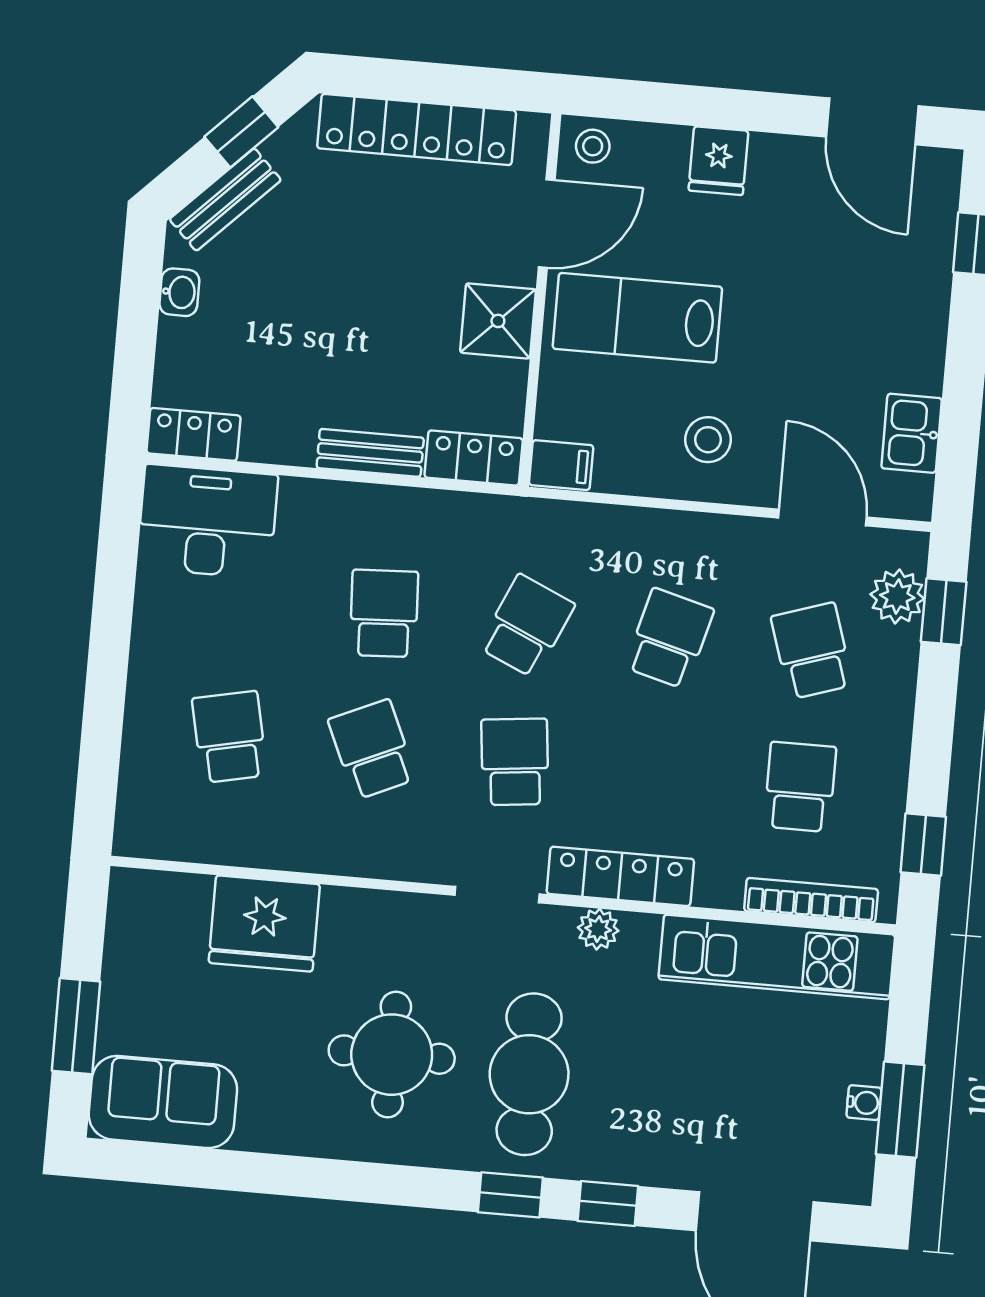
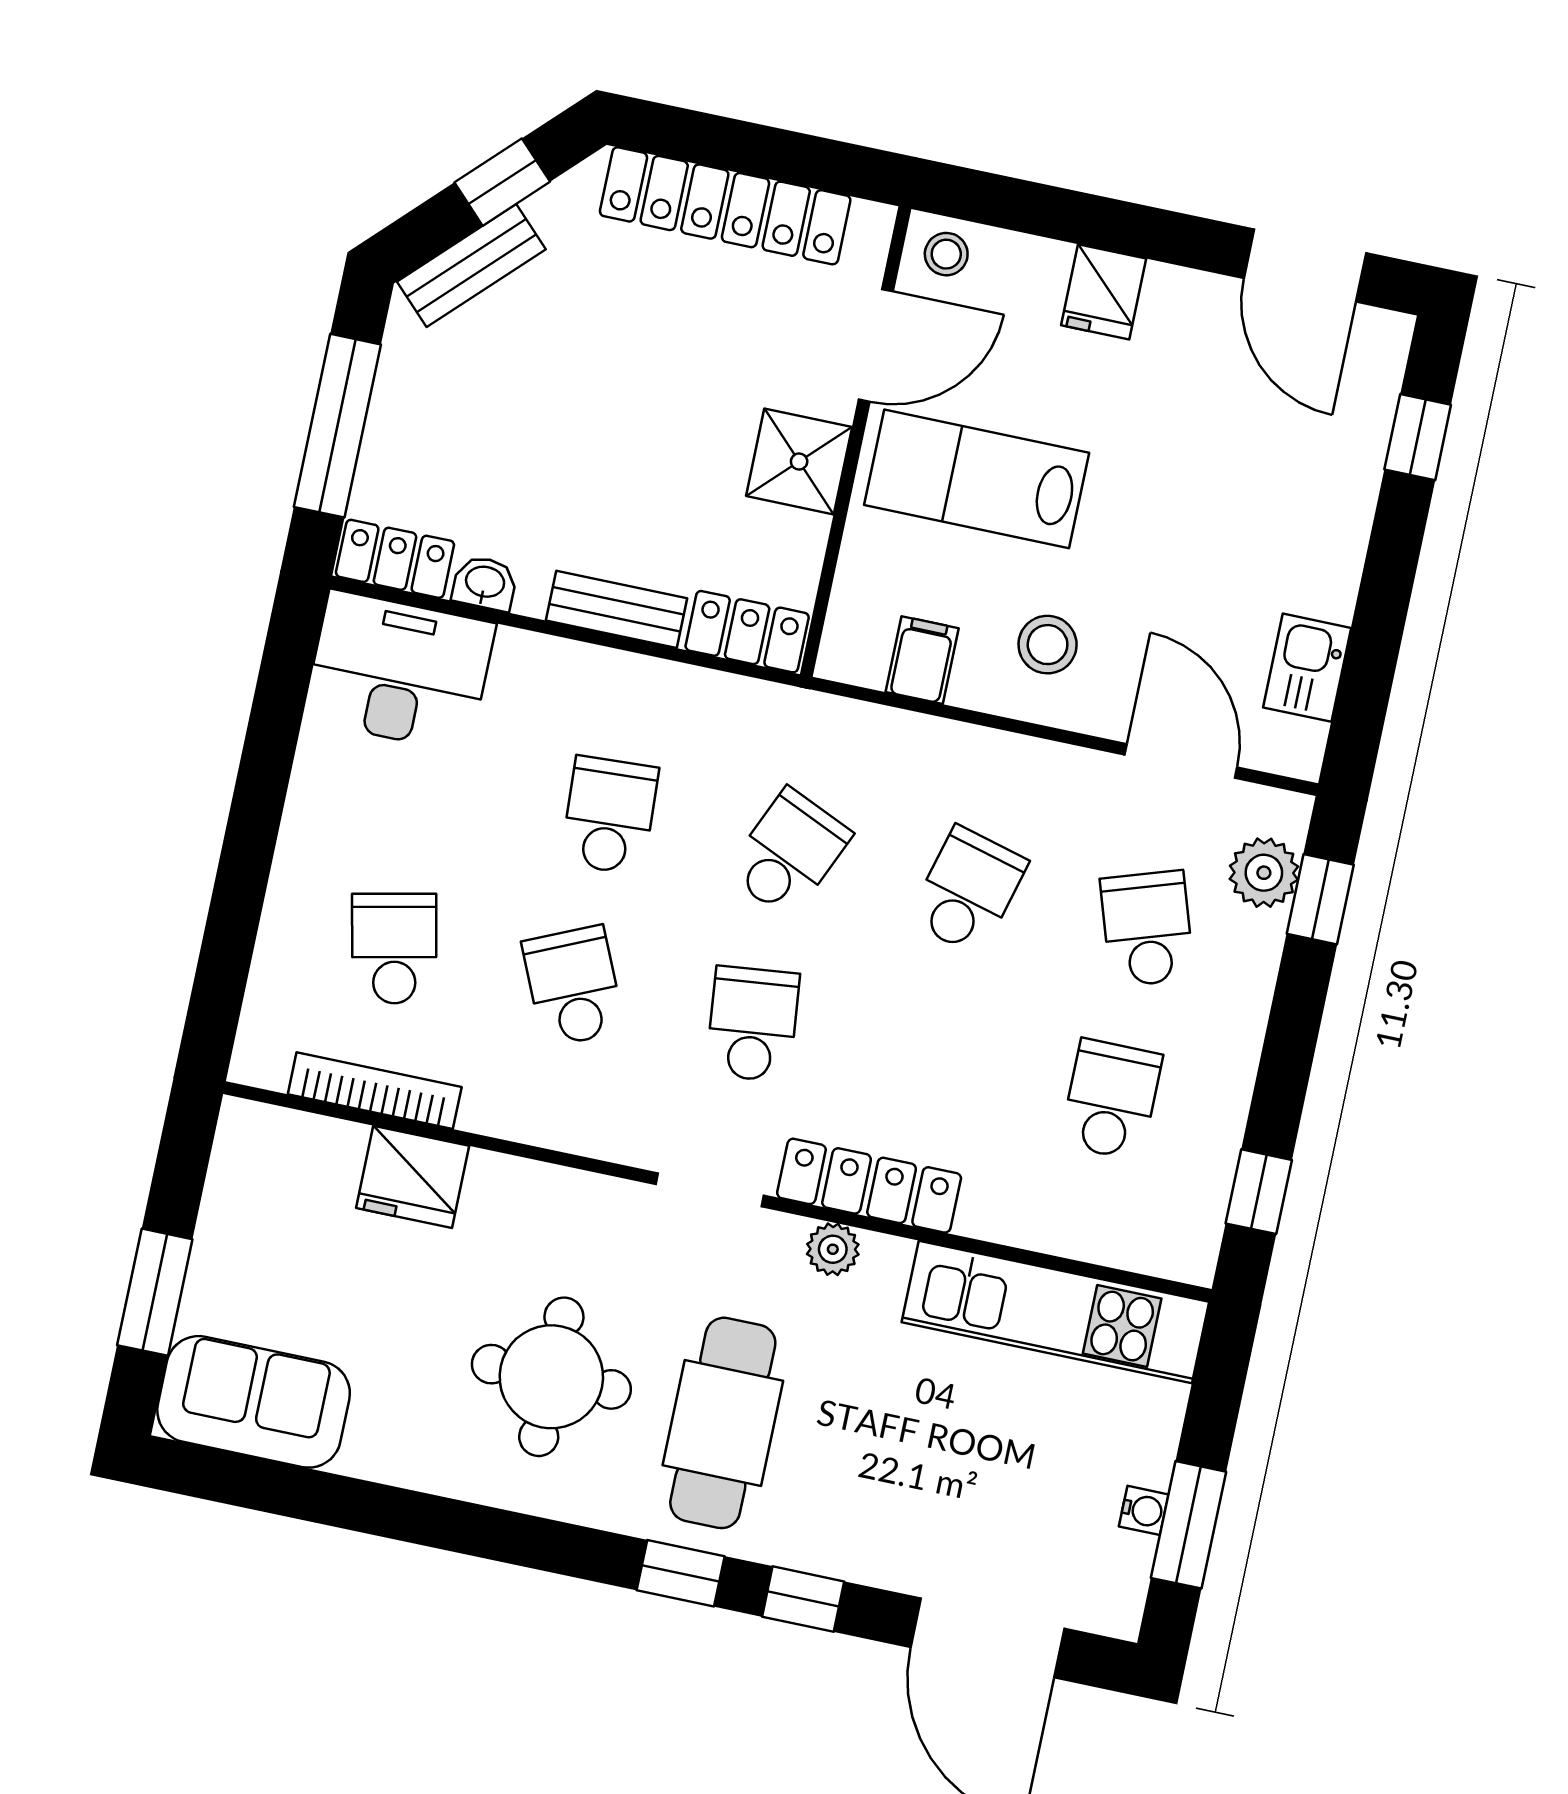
washbasin: (179, 292) -> (485, 583), moved, turned -90
window: (136, 336) -> (337, 426), added
filing cabinet: (561, 465) -> (922, 660), moved, turned -90
bookcase: (811, 900) -> (375, 1091), moved
fridge: (264, 924) -> (413, 1177), width x0.73, depth x0.75

